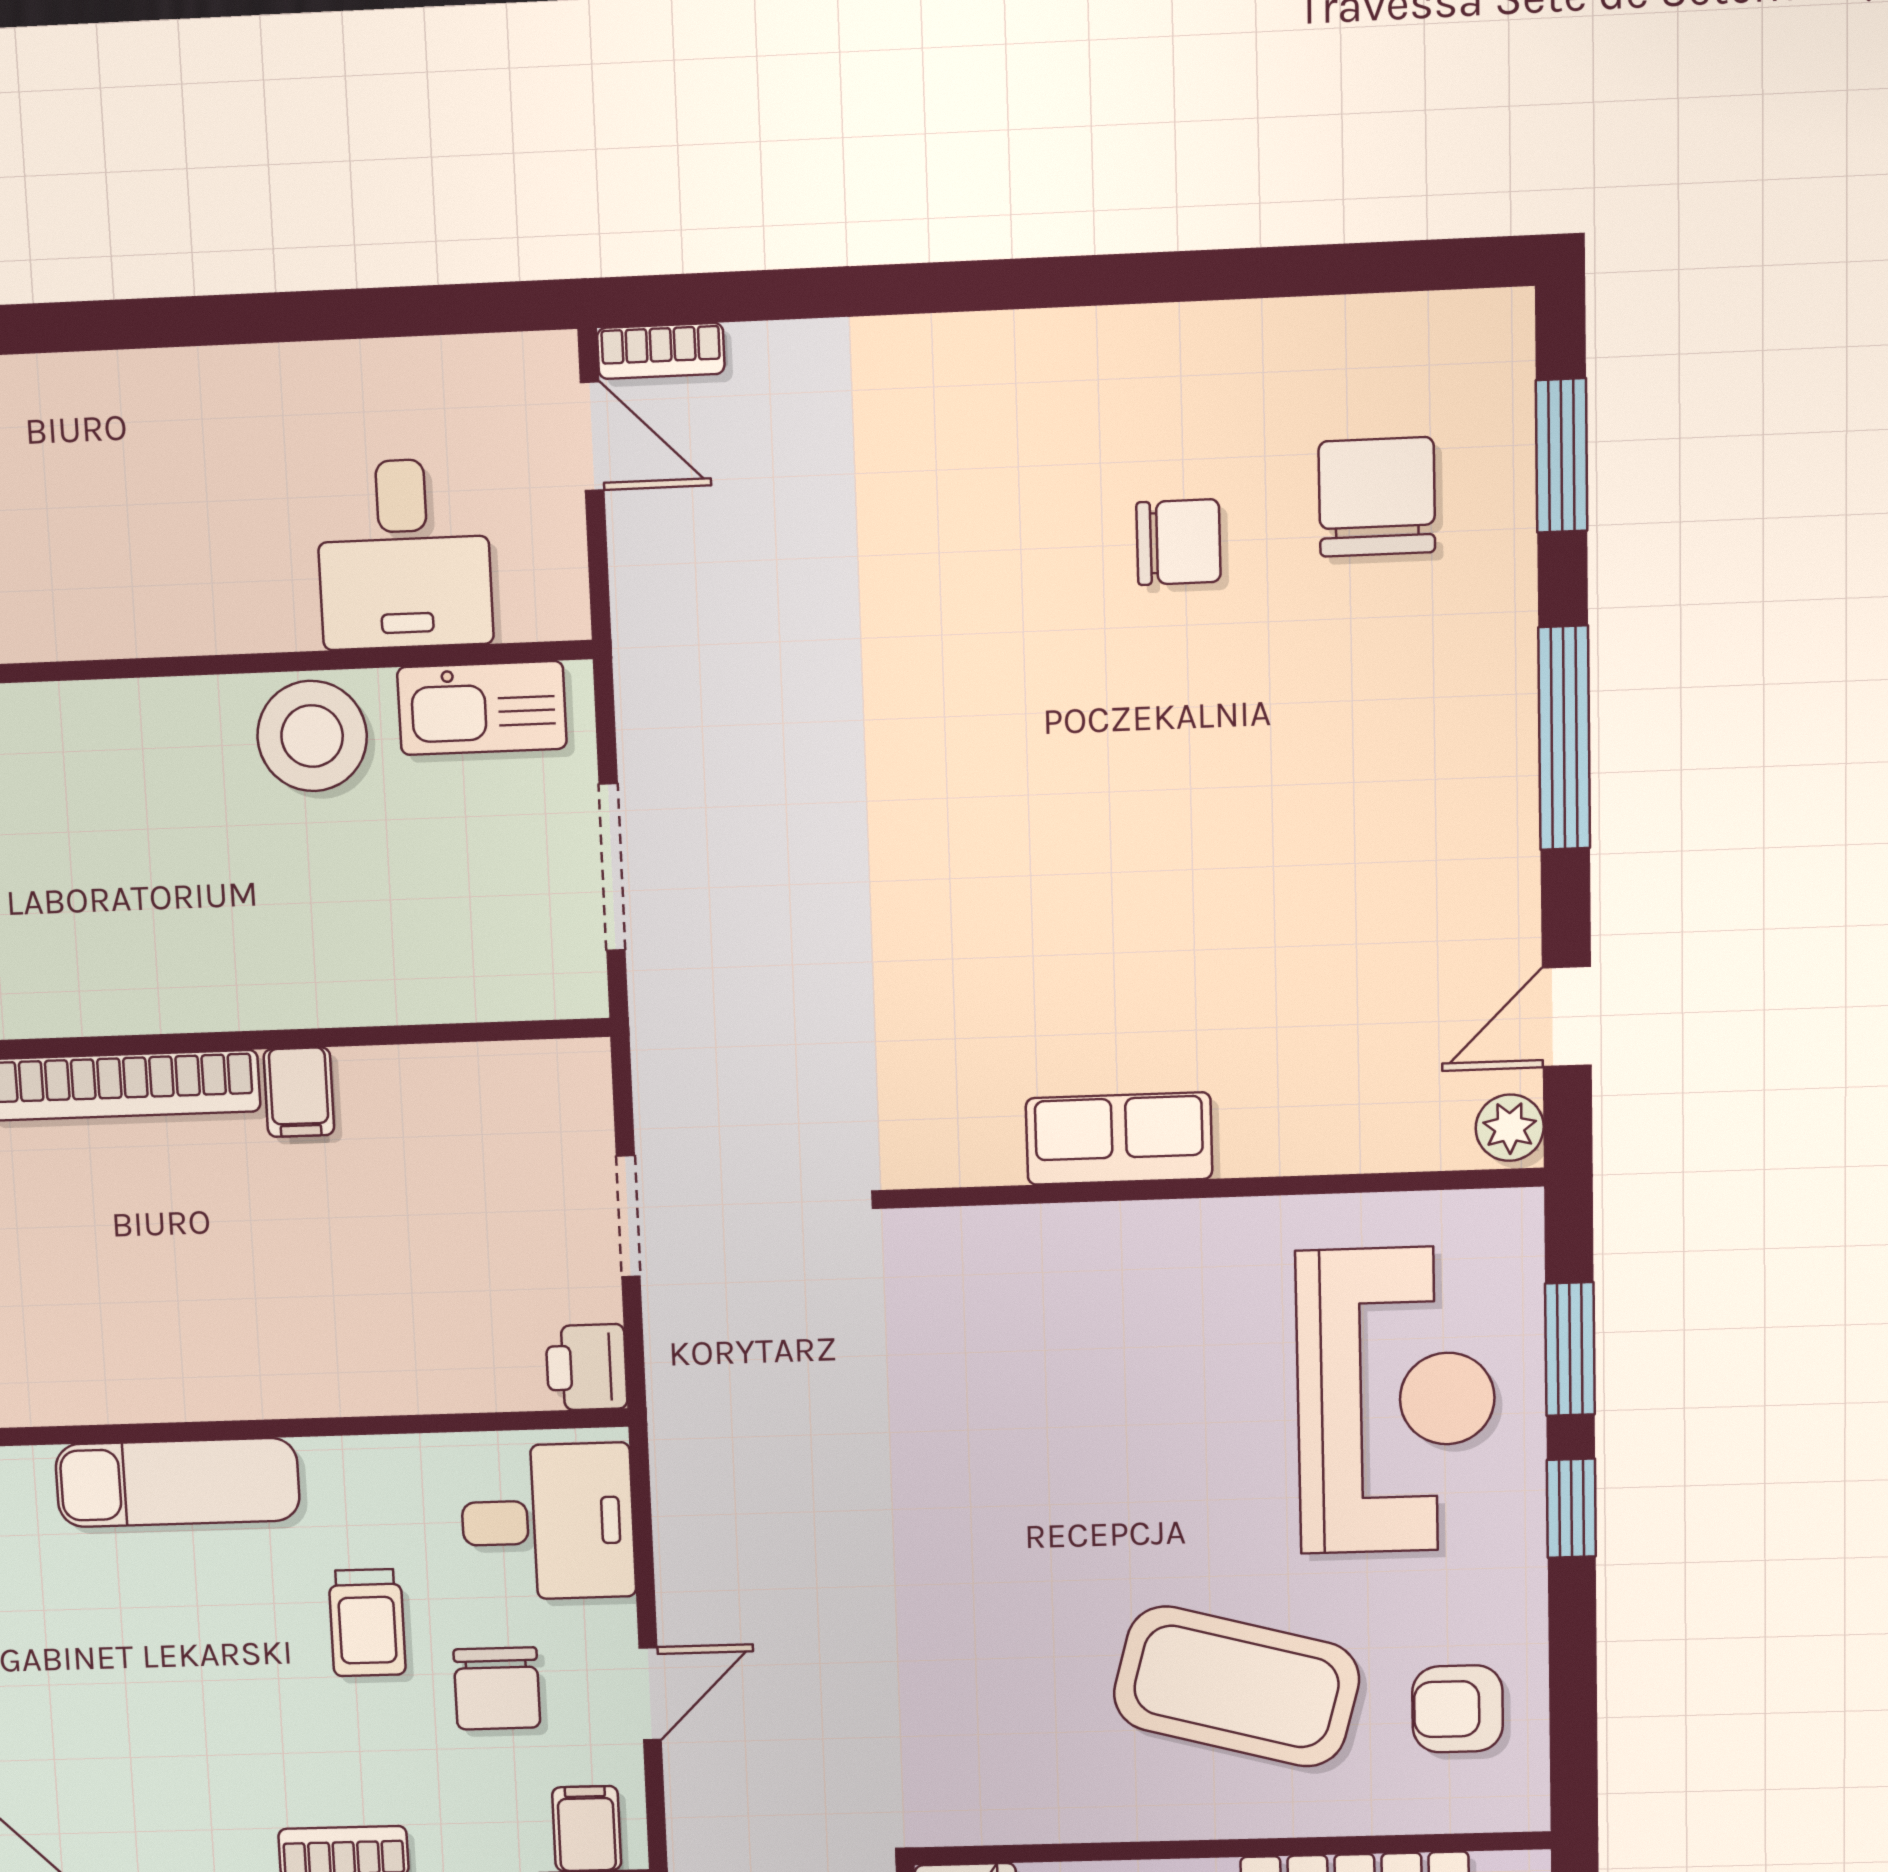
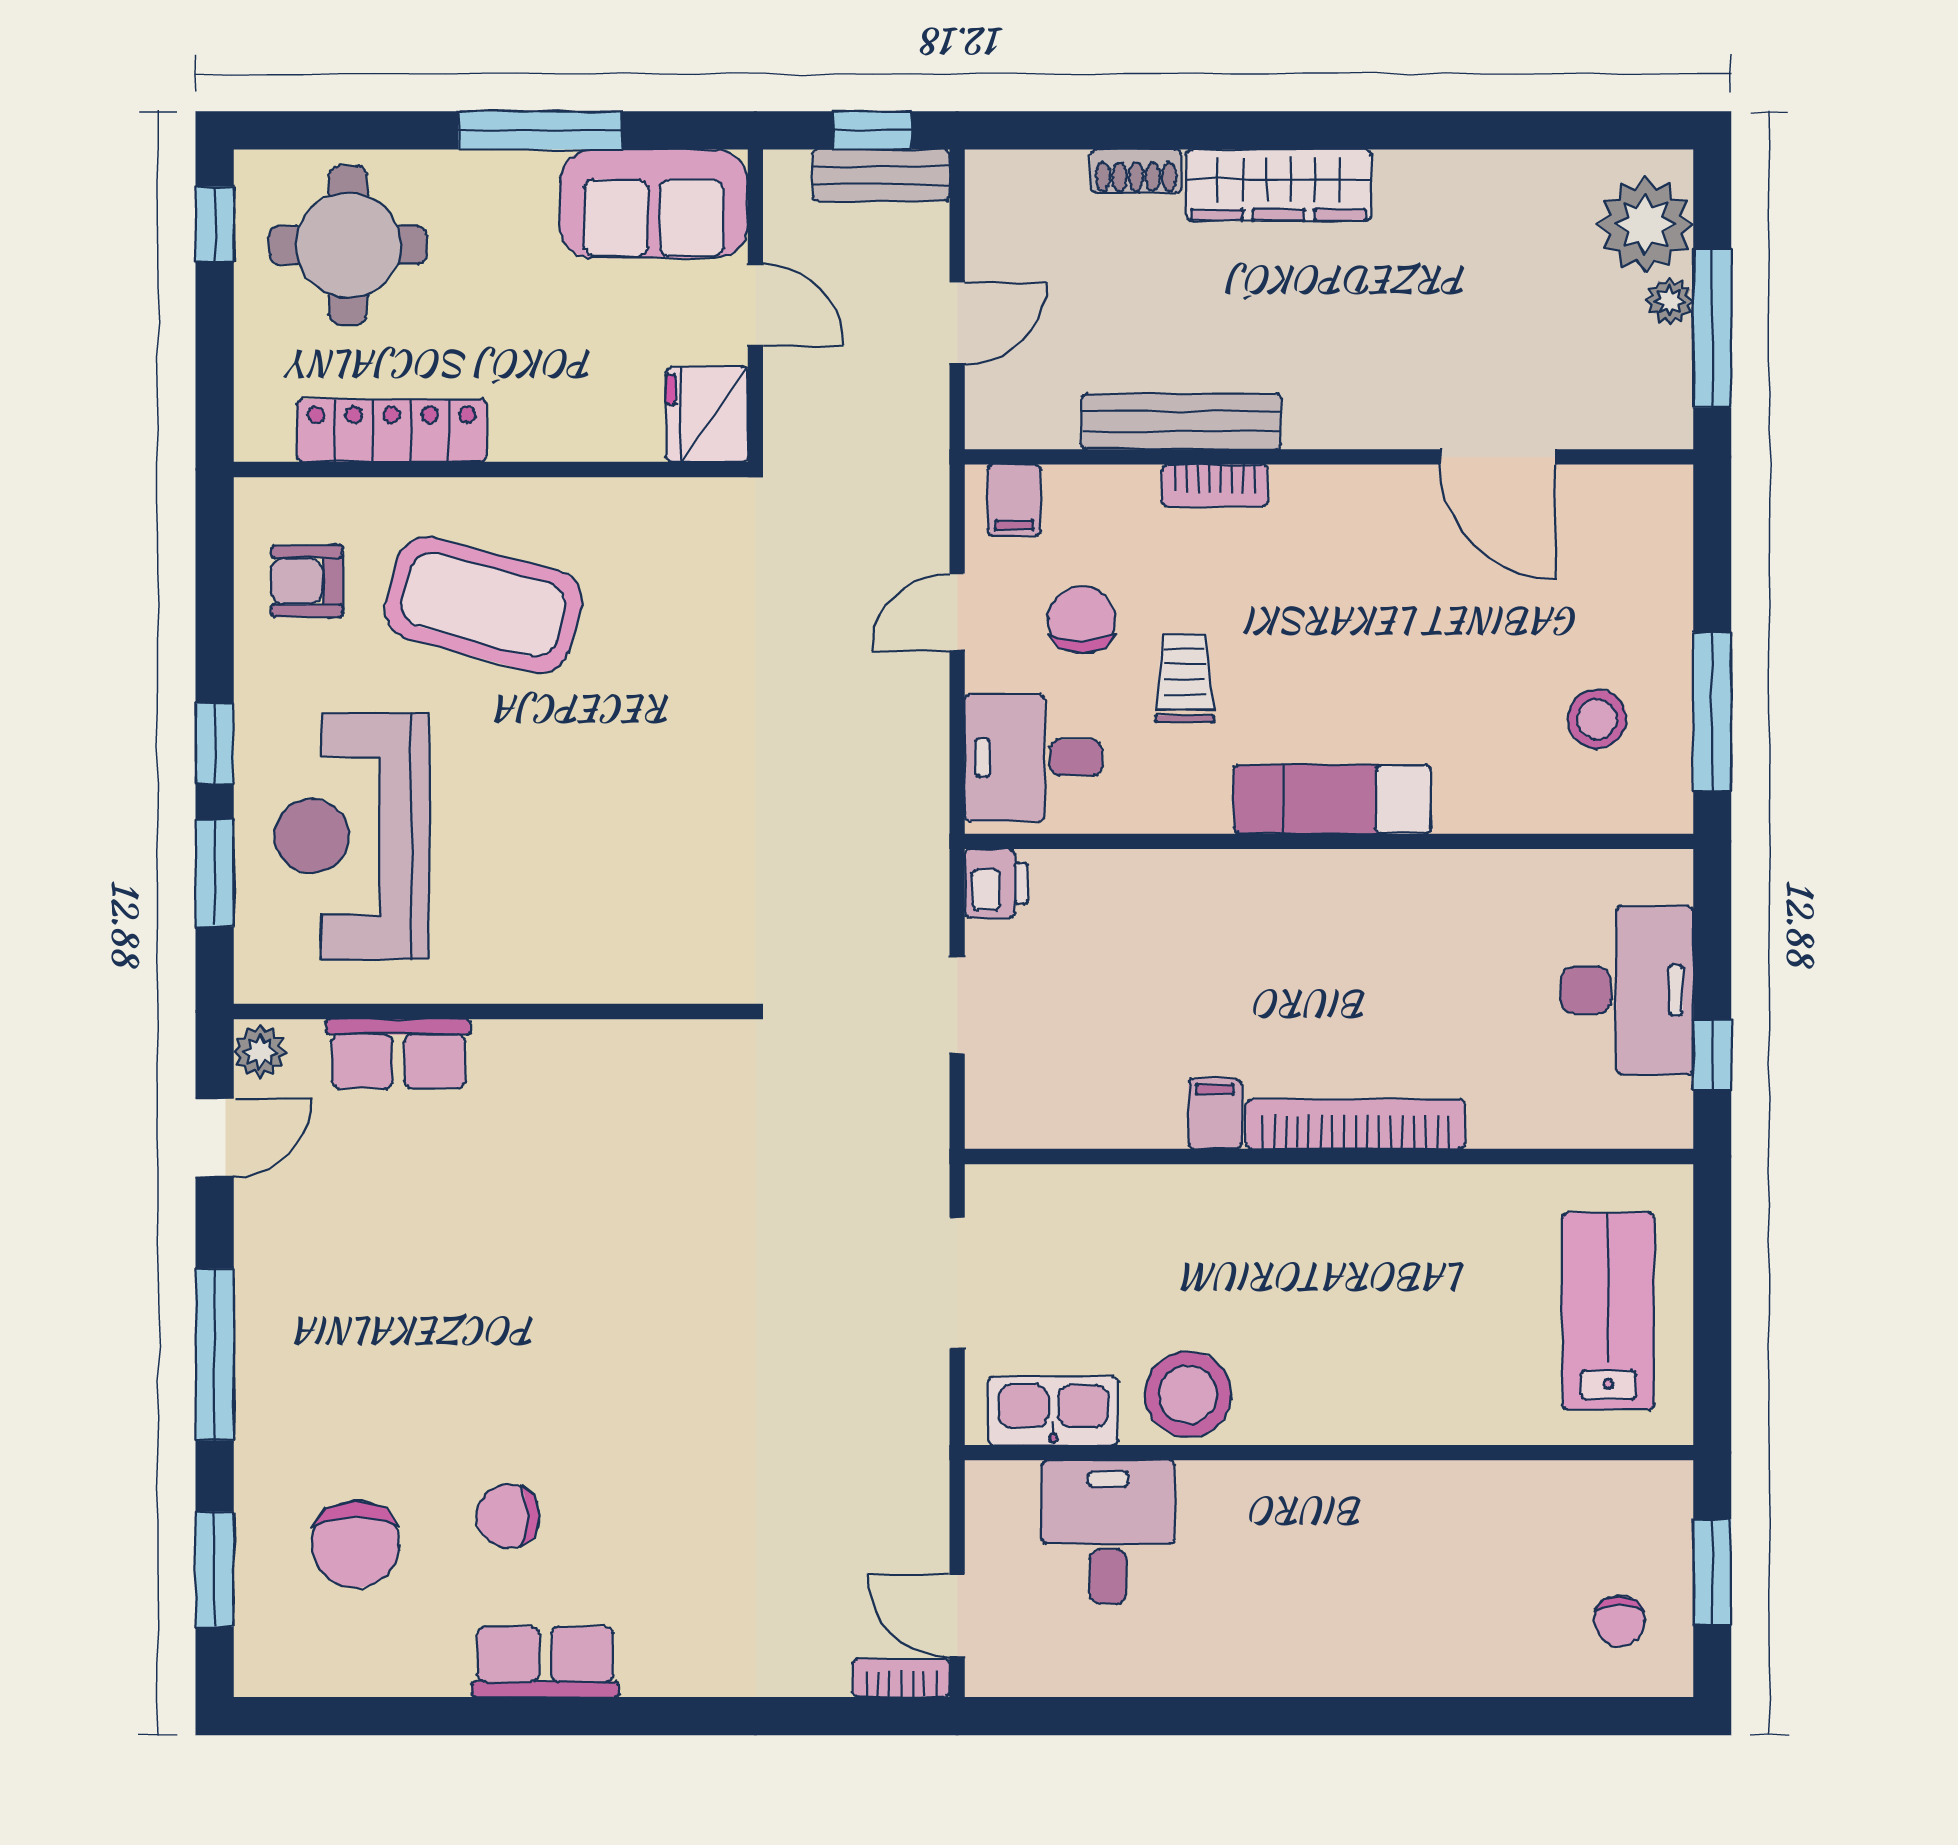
row of seats: (1125, 352) -> (545, 1662), added
row of seats: (1119, 1138) -> (398, 1054), moved
armchair: (1458, 1709) -> (307, 581), turned 180

